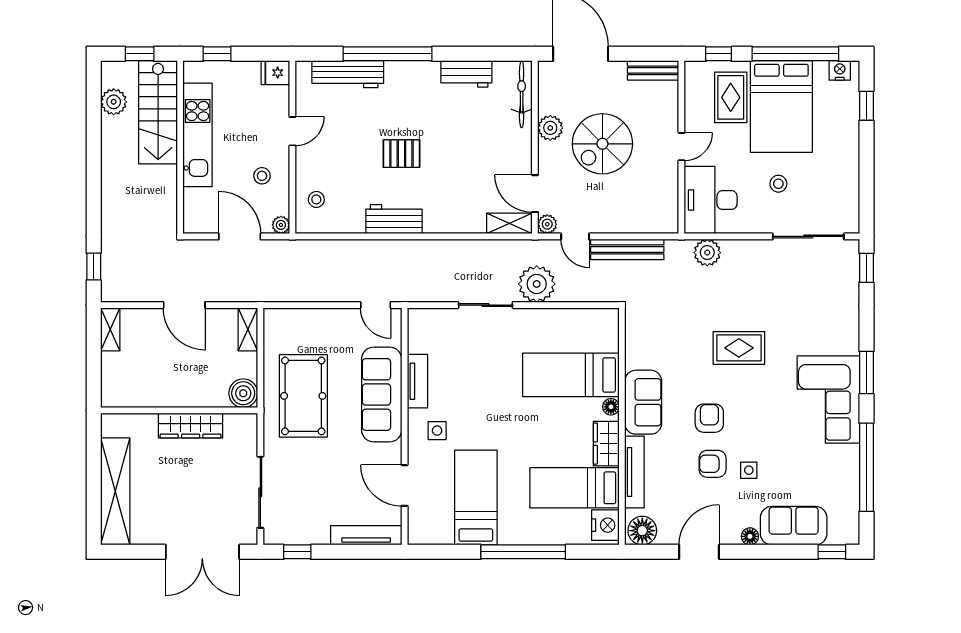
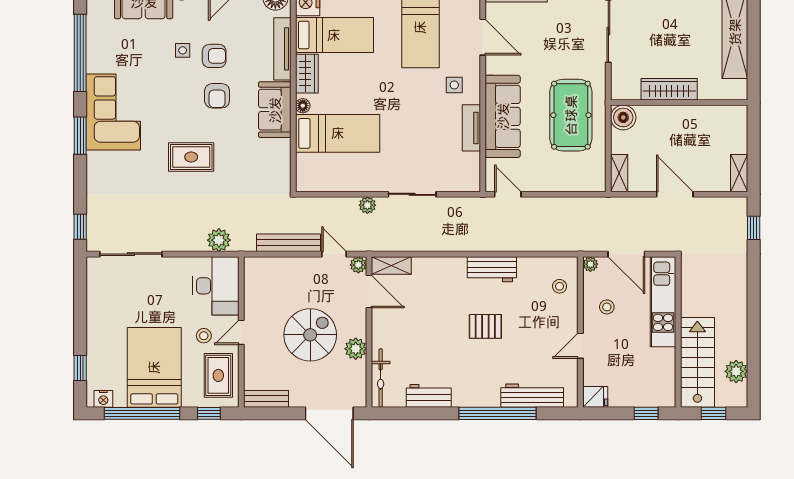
rug: (731, 97) -> (218, 375), moved
kitchen unit: (198, 135) -> (663, 302), moved
stool: (778, 184) -> (204, 336), moved
plant: (537, 284) -> (367, 205), width x0.53, depth x0.53

